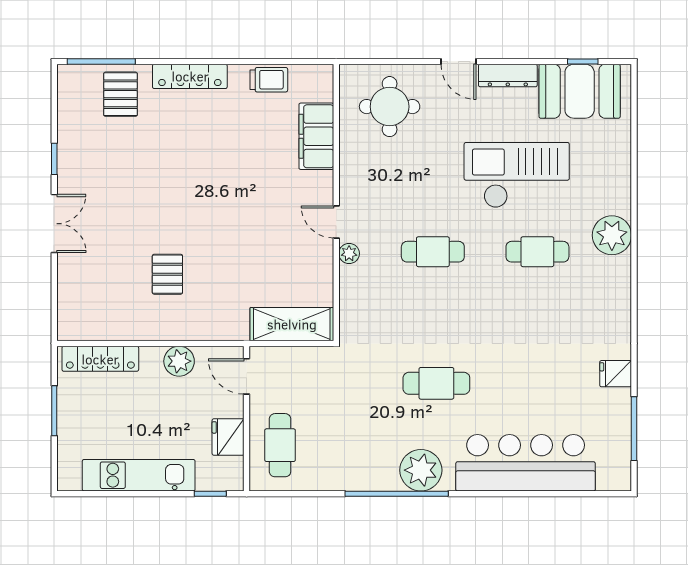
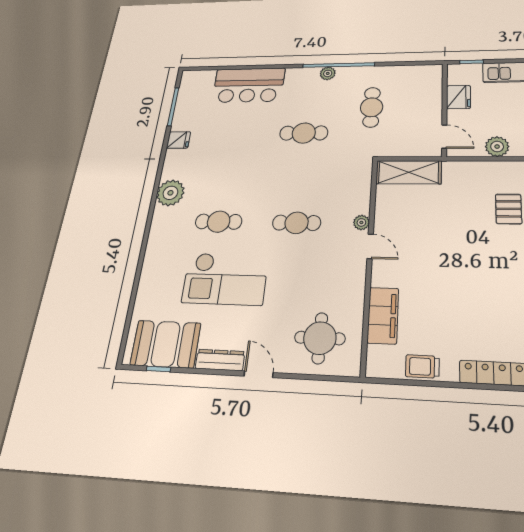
plant: (612, 235) -> (170, 193), moved
cafe table: (280, 445) -> (372, 107), moved
bar counter: (526, 463) -> (249, 85), width x0.73
plant: (421, 470) -> (328, 73), width x0.53, depth x0.53

